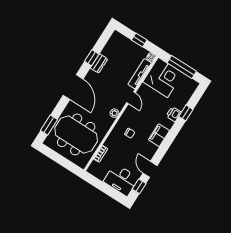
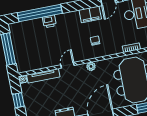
corner desk: (163, 77) -> (30, 56), removed
window: (186, 113) -> (40, 13), width x3.17
filing cabinet: (159, 135) -> (90, 14), moved

